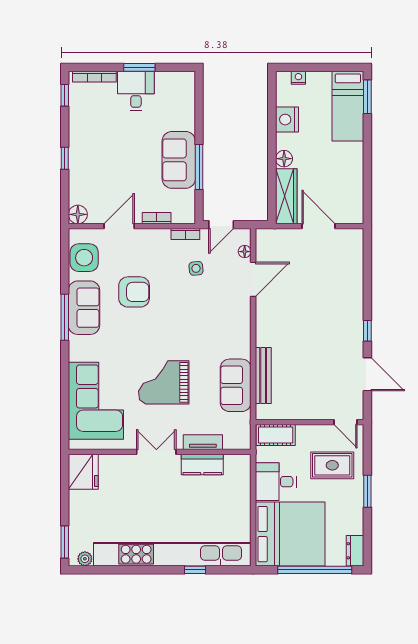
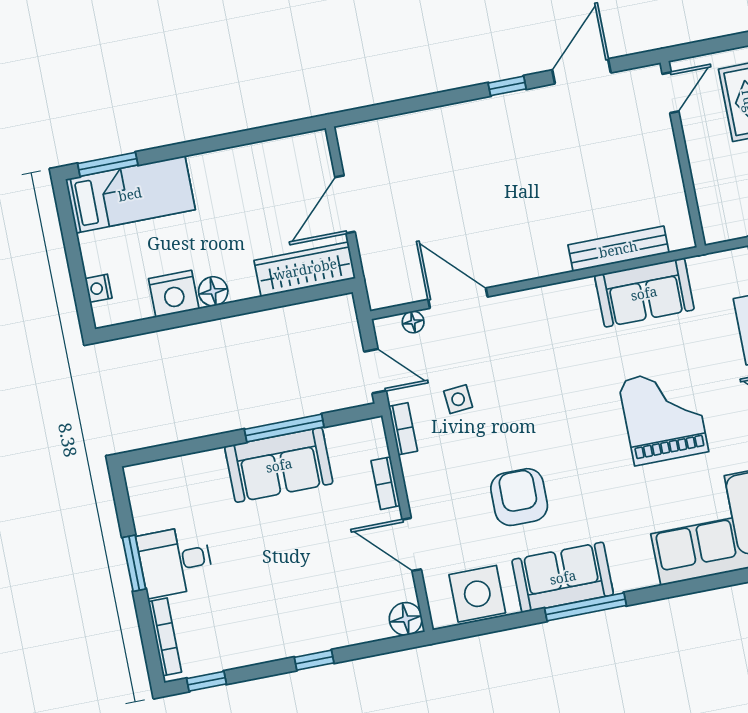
floor lamp: (284, 159) -> (213, 291), moved
grand piano: (164, 382) -> (663, 416), turned 180
cot: (276, 435) -> (716, 208), removed

